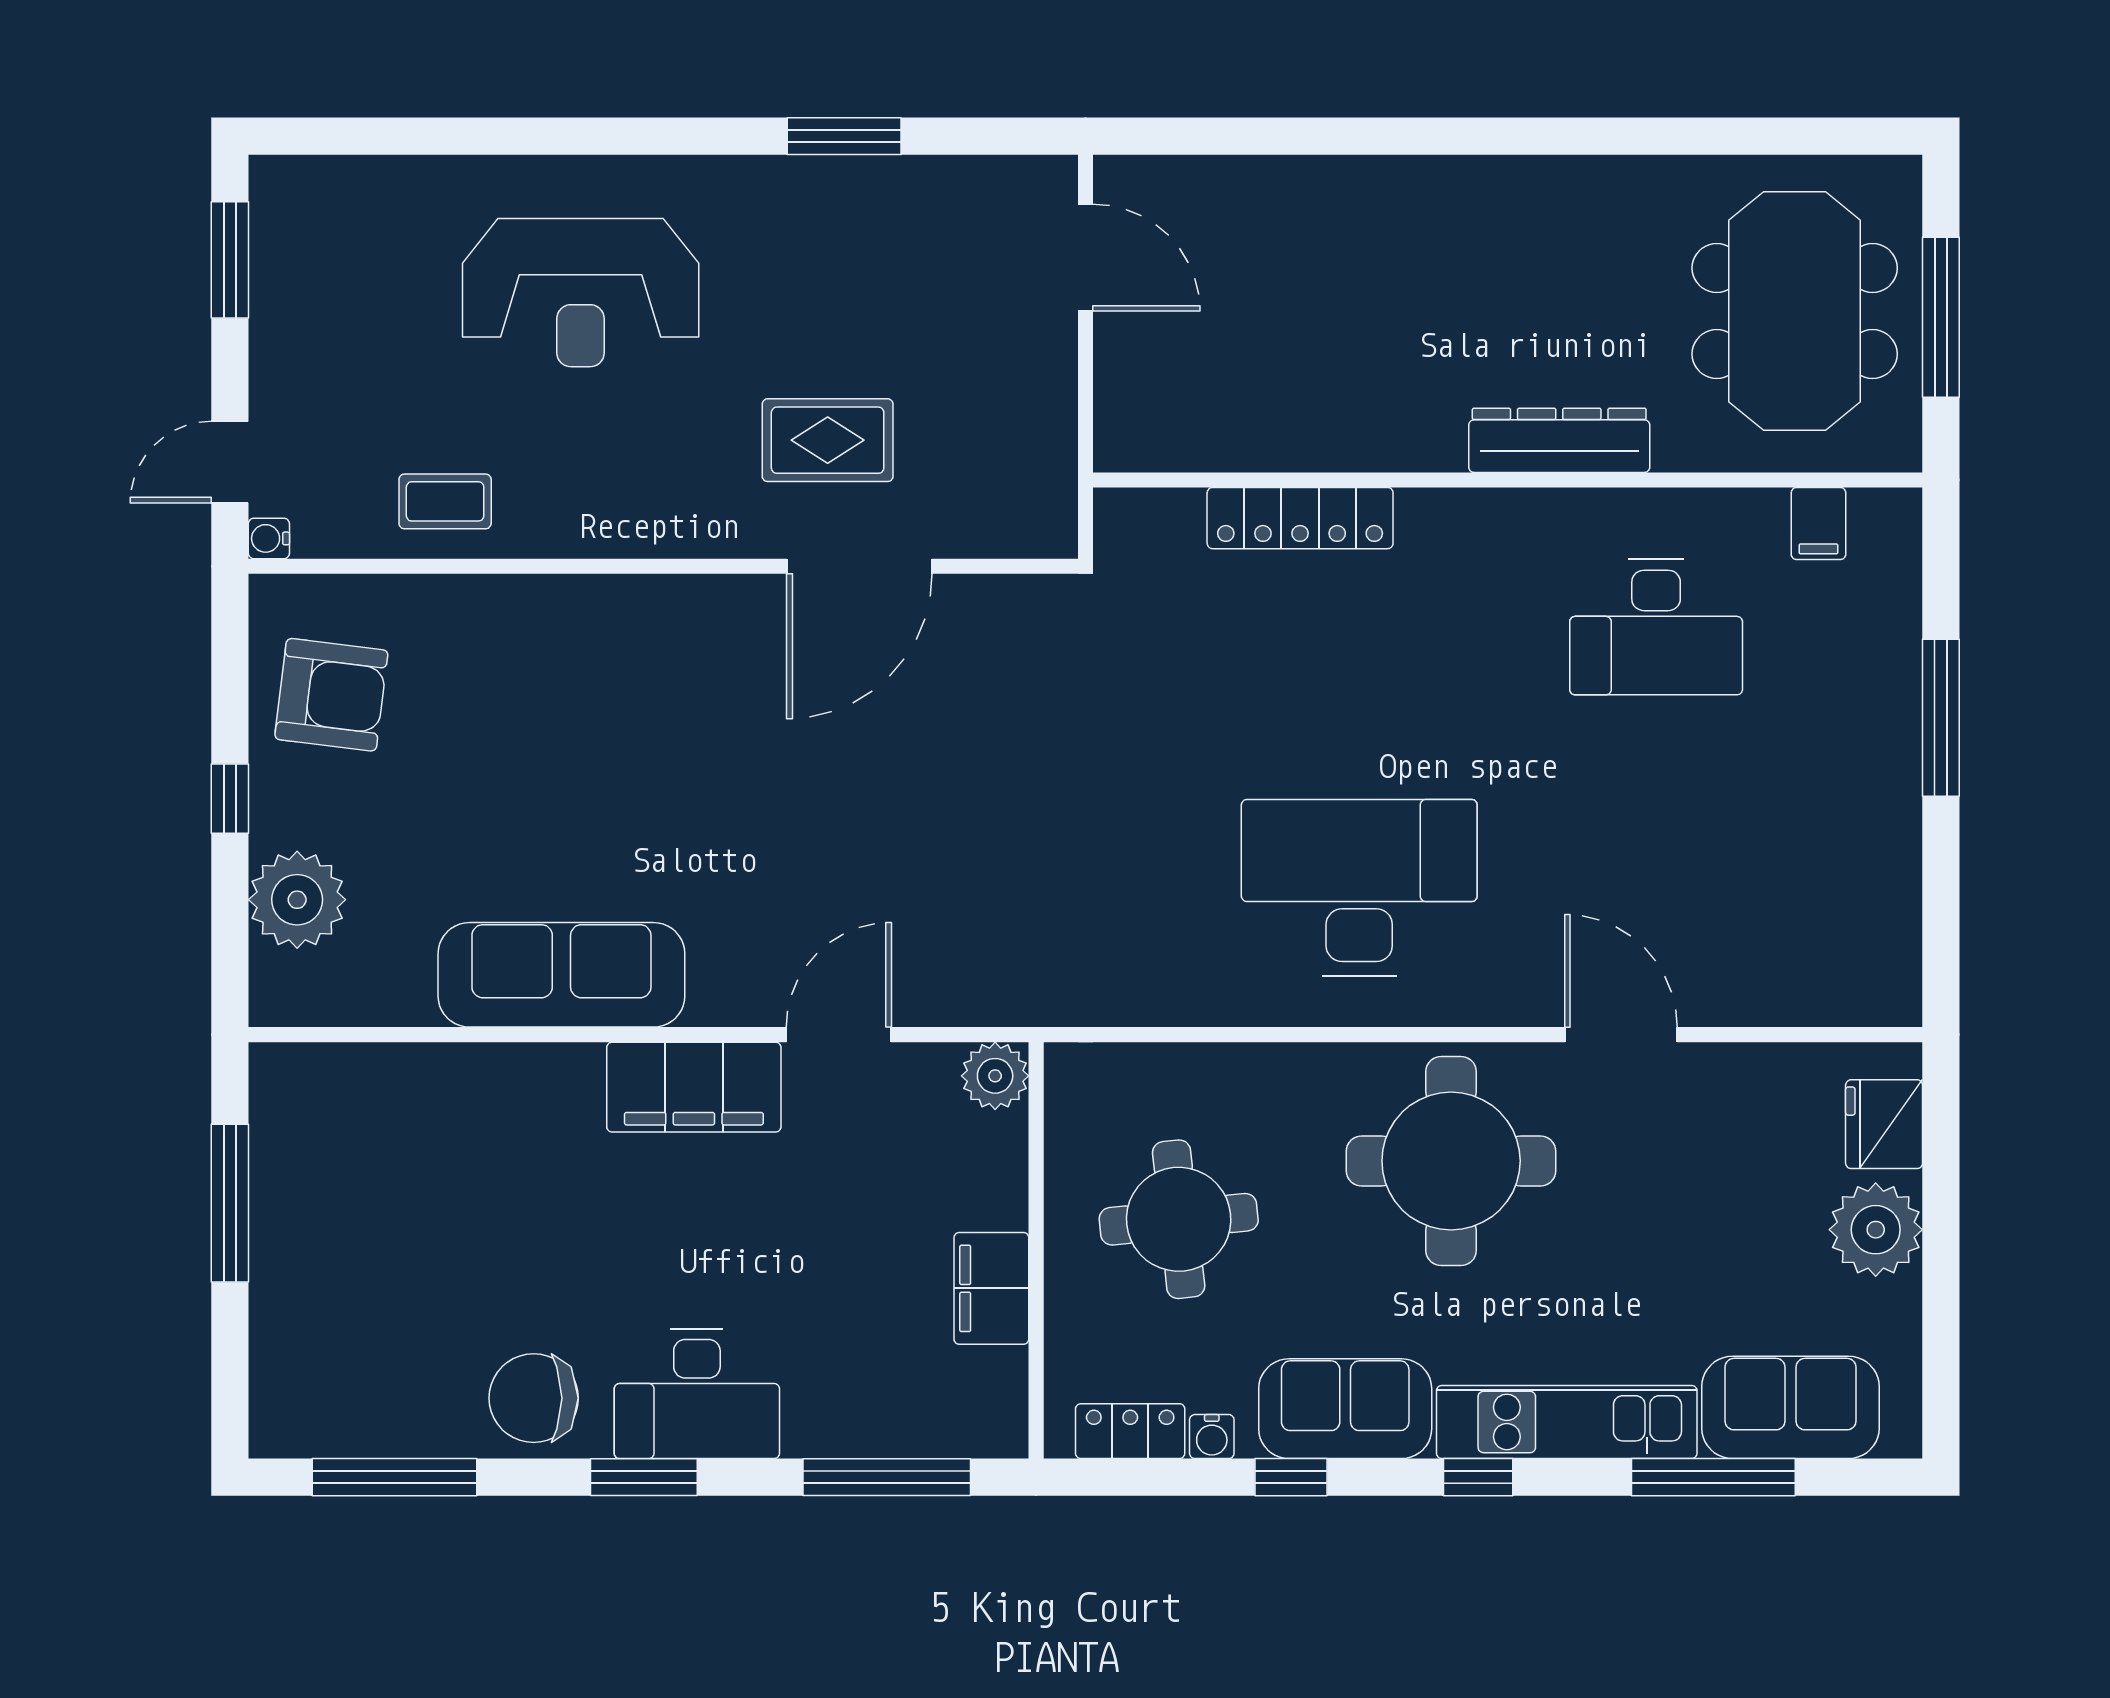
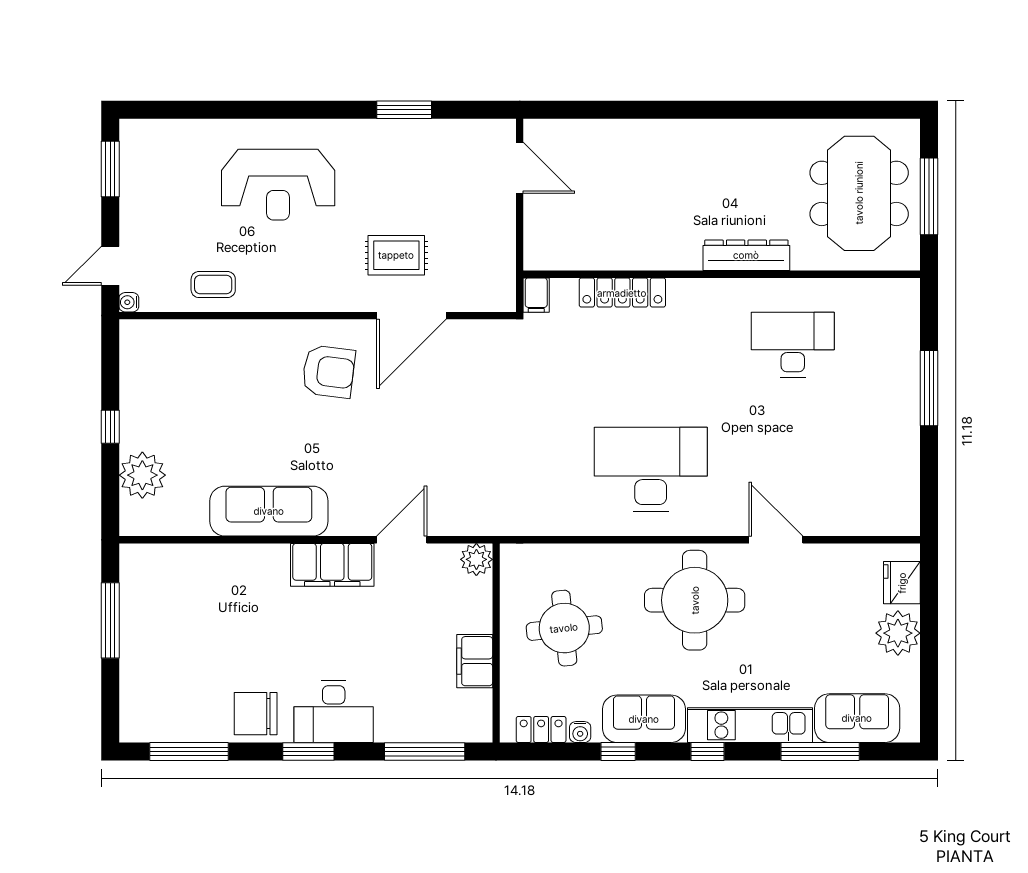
filing cabinet: (1818, 524) -> (536, 295), moved
desk: (1656, 627) -> (793, 345), turned 180
armchair: (331, 695) -> (329, 372), moved

